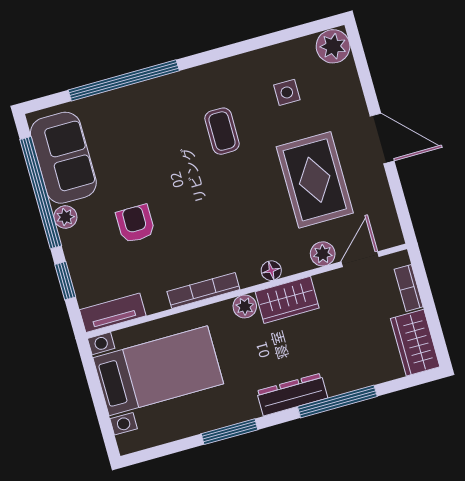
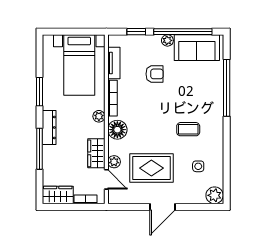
floor lamp: (271, 271) -> (117, 130), width x1.89, depth x1.89
wardrobe: (287, 300) -> (96, 153), moved
tv unit: (113, 313) -> (114, 63), moved

